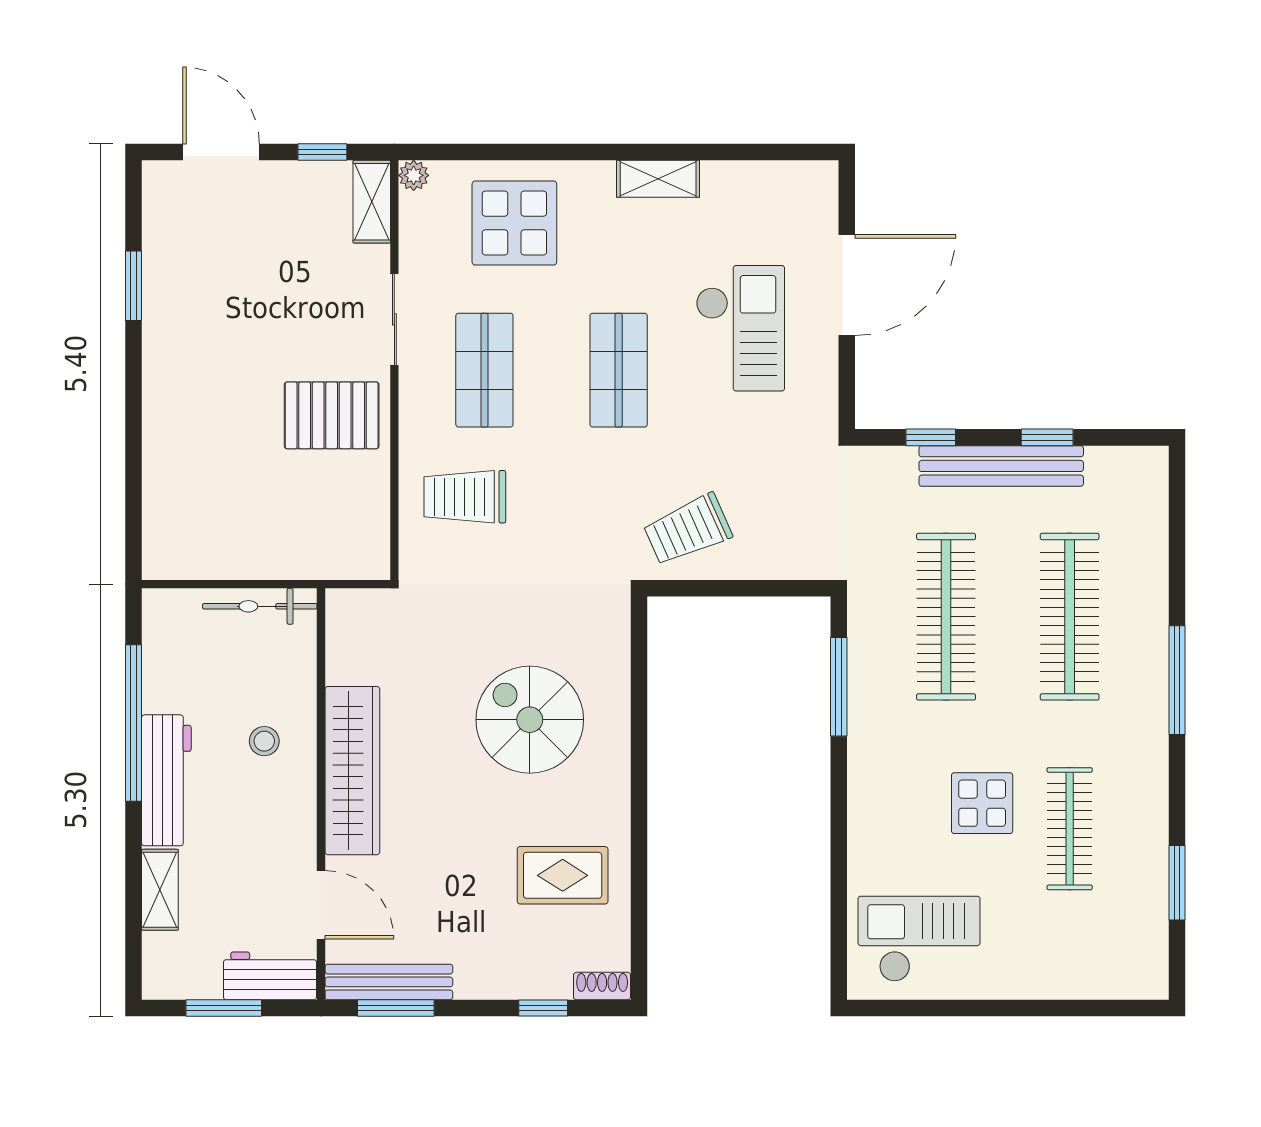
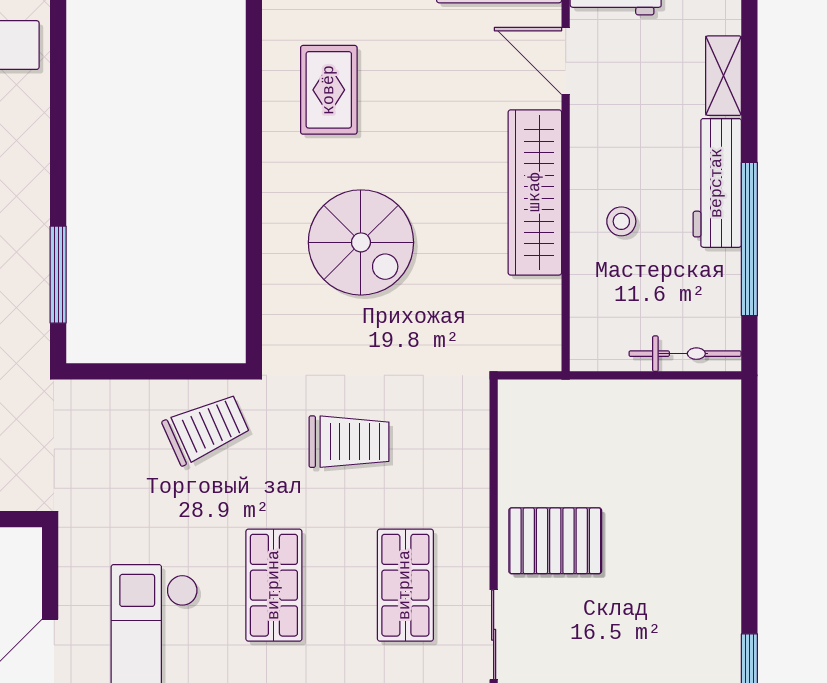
trolley: (465, 497) -> (349, 442), moved
bicycle: (260, 606) -> (685, 354), moved
rug: (563, 875) -> (329, 90), turned 90

